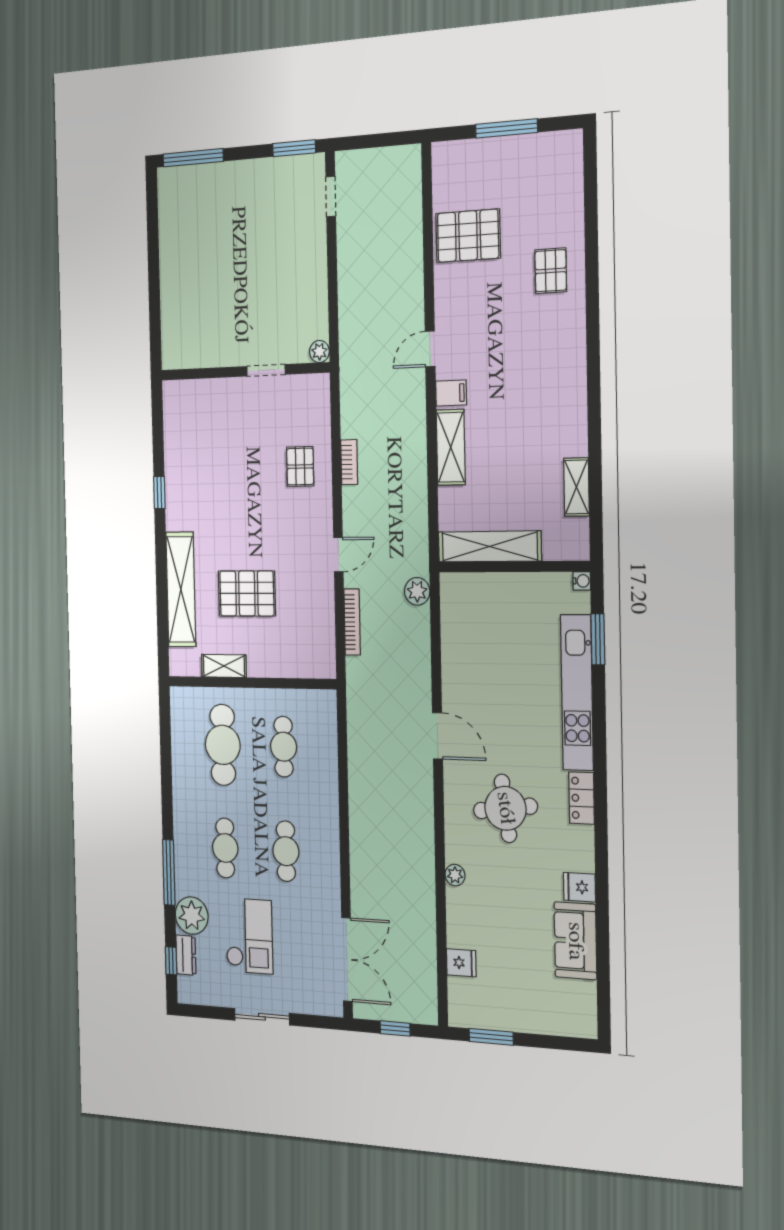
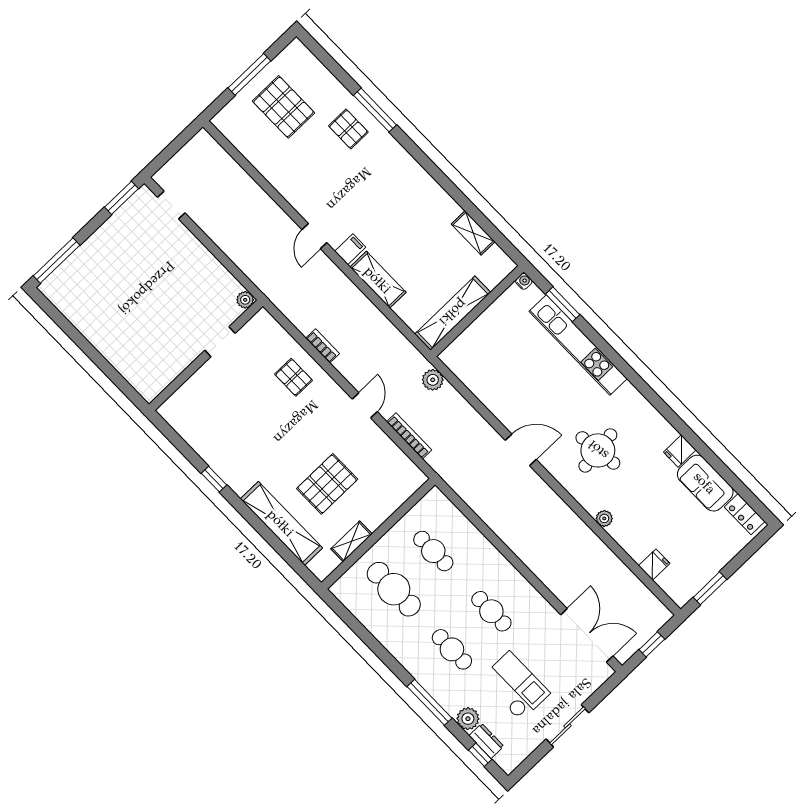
pallet: (468, 236) -> (283, 107), moved, turned 90
window: (592, 275) -> (375, 110), added
locker: (582, 798) -> (745, 514), moved
plant: (192, 916) -> (468, 719), width x0.73, depth x0.73

